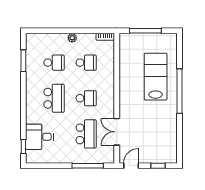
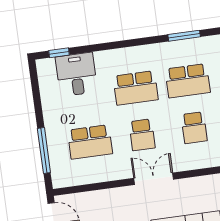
school desk: (54, 63) -> (188, 81), width x1.85
double door: (117, 132) -> (154, 179), moved

